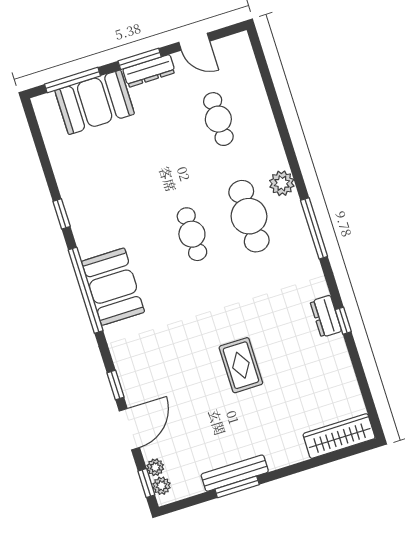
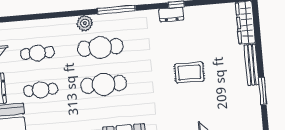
cafe table: (161, 137) -> (41, 90), added
cafe table: (192, 234) -> (103, 84), width x1.37, depth x1.35
bench: (235, 473) -> (252, 65), moved

